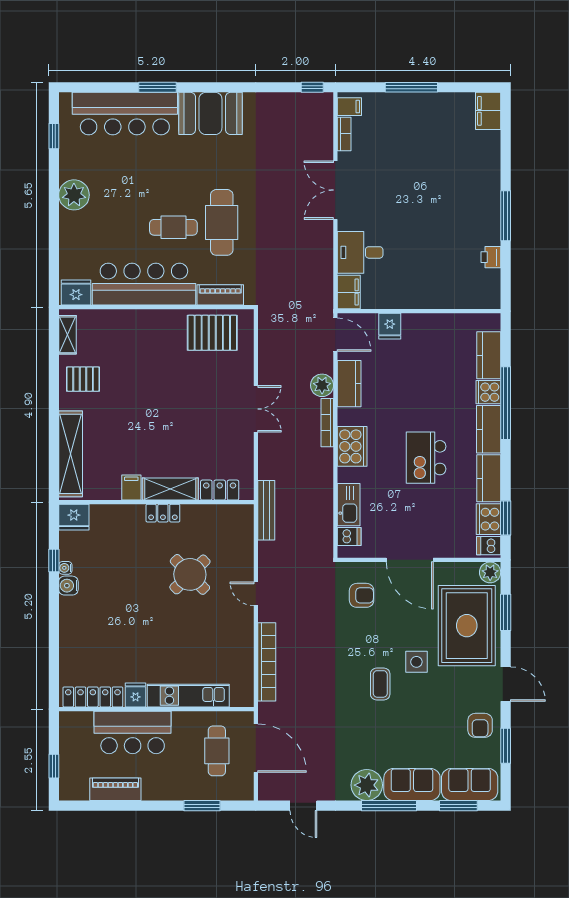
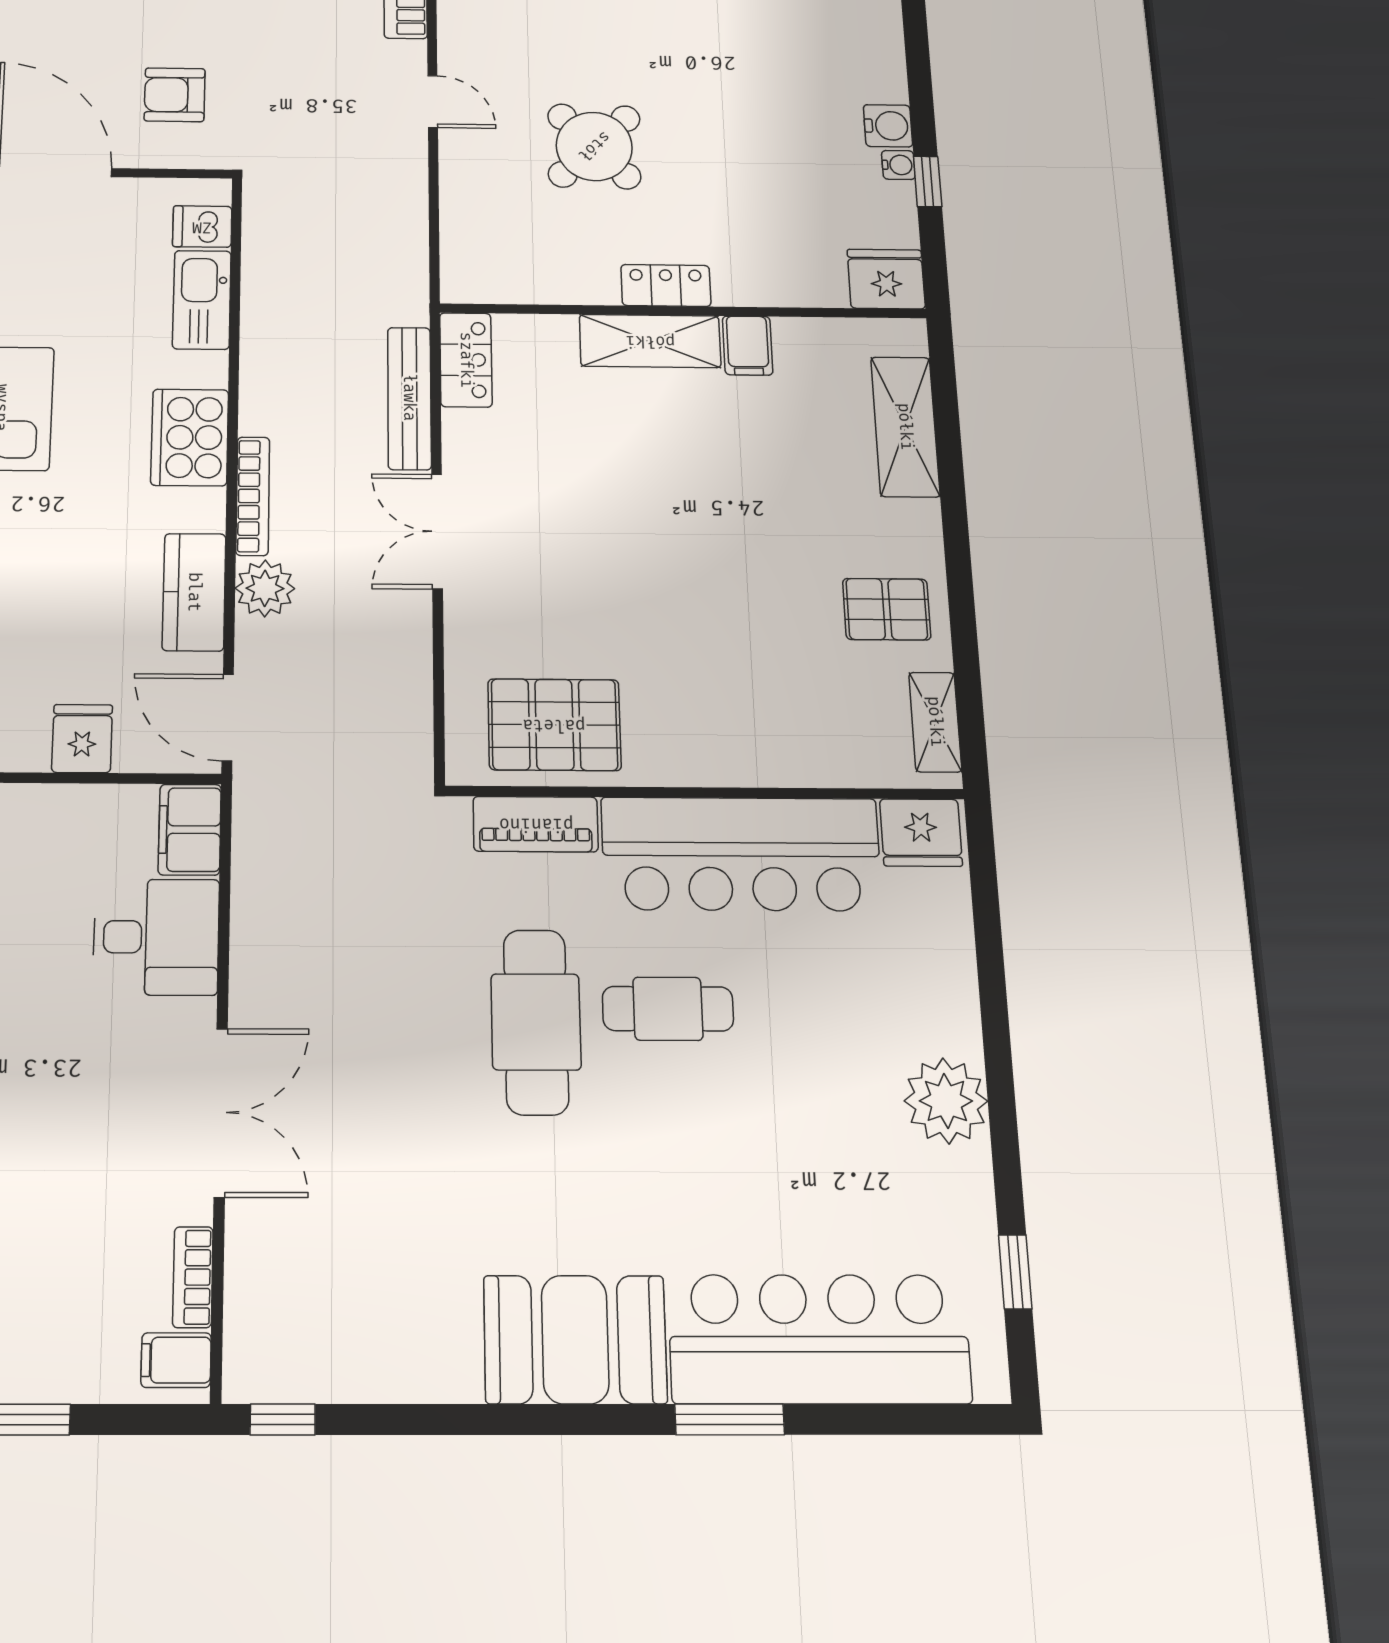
shelving: (71, 454) -> (905, 427), width x0.68
locker: (220, 490) -> (466, 360), moved, turned -90
bench: (266, 510) -> (409, 398), moved

